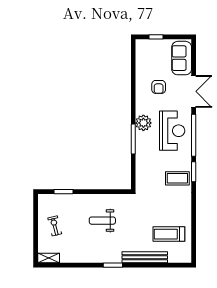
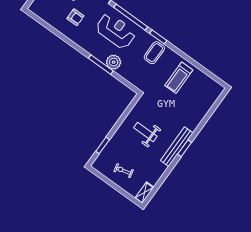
plant: (143, 123) -> (114, 62), moved
weight bench: (102, 221) -> (145, 132), turned 90
treadmill: (169, 234) -> (179, 78), moved
bench: (145, 257) -> (177, 147), moved

